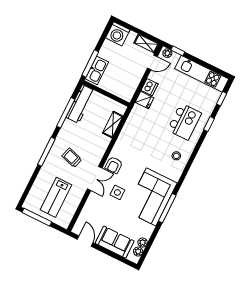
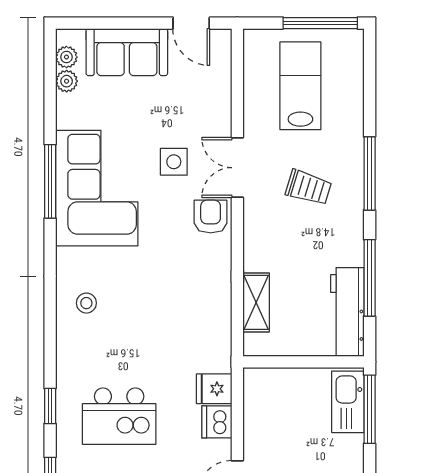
kitchen island: (184, 122) -> (119, 416), moved, turned -90

